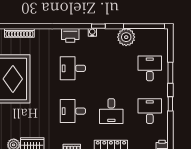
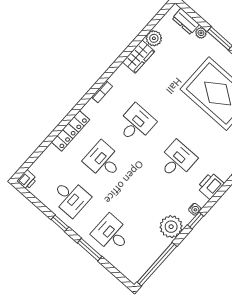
plant: (126, 37) -> (171, 227), moved
desk: (150, 68) -> (111, 234), turned 180

